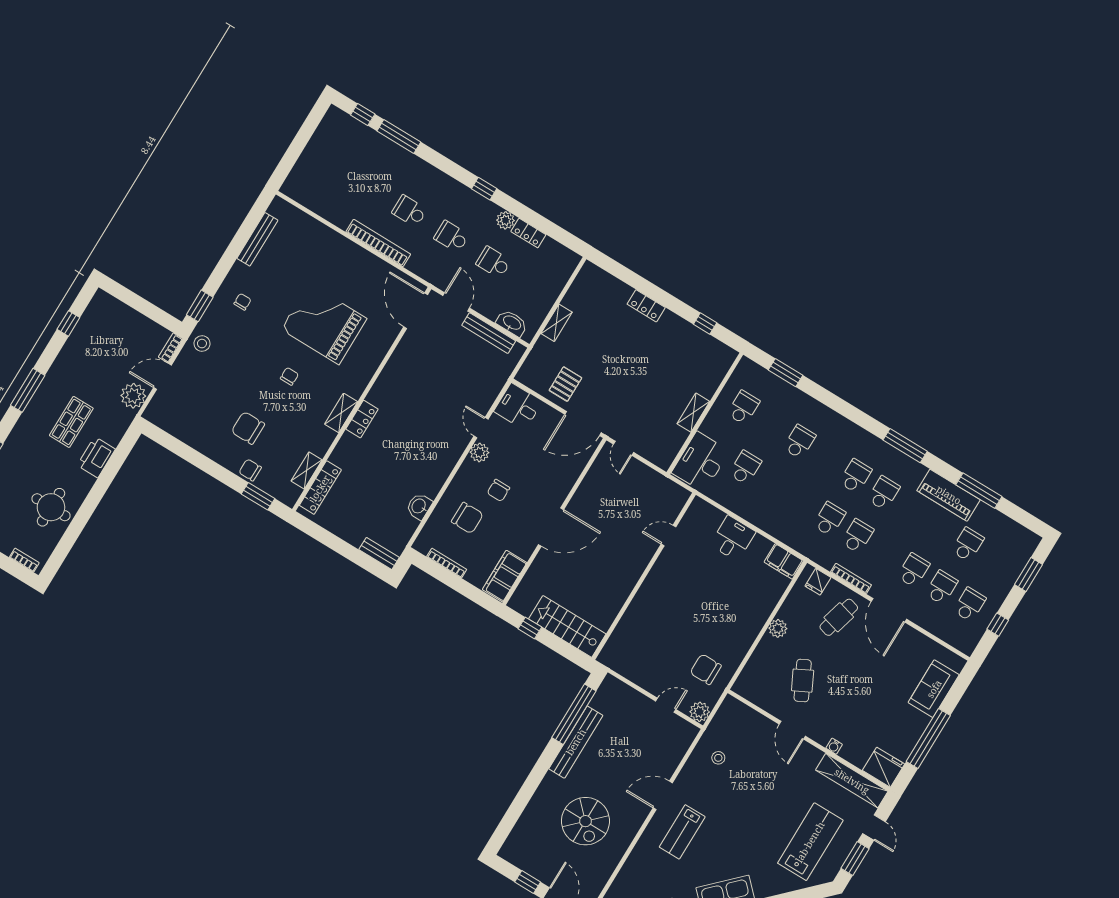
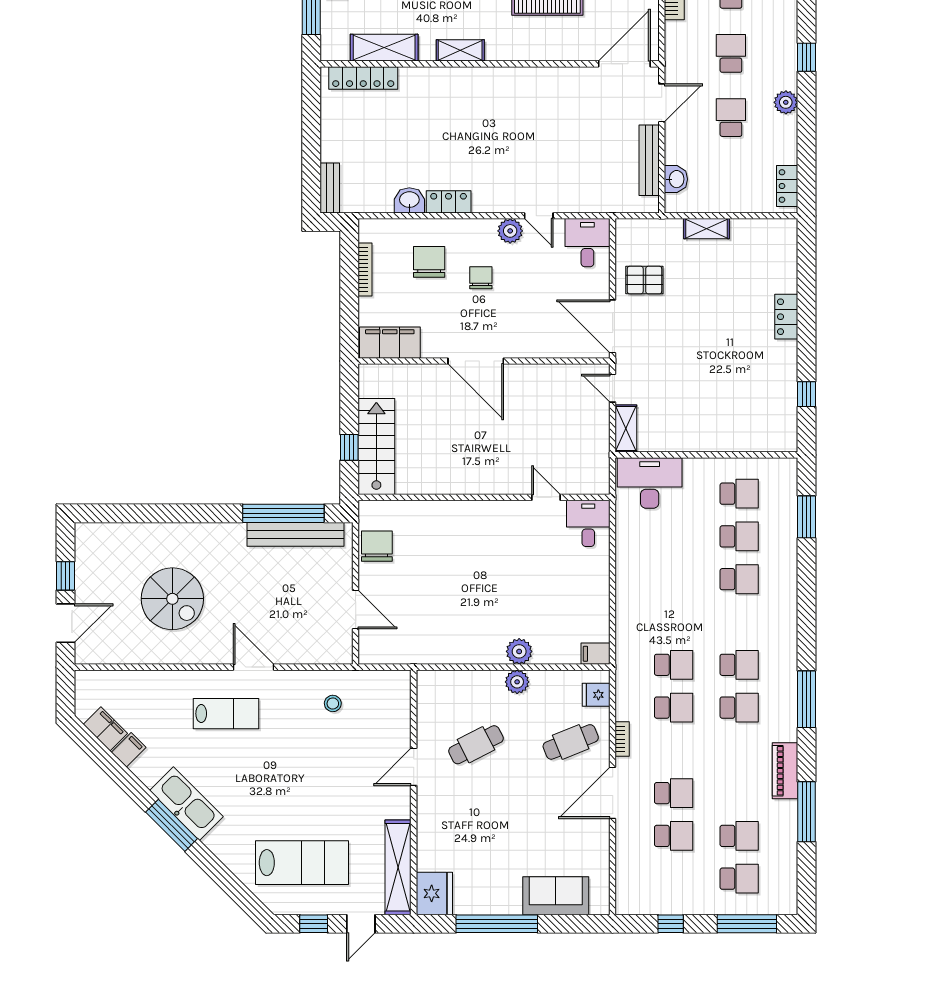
locker: (528, 233) -> (787, 186), moved
washbasin: (512, 323) -> (676, 179), width x0.72
shelving: (693, 413) -> (626, 429), moved, turned 90
locker: (362, 419) -> (449, 202), moved, turned 180
door: (481, 428) -> (539, 216), swing flipped
door: (624, 448) -> (613, 388), hinge flipped
school desk: (745, 468) -> (739, 536), moved
shelving: (307, 470) -> (384, 48), width x1.50, depth x1.33
chair: (498, 490) -> (481, 278), turned 90
piano: (949, 495) -> (785, 771), width x0.73, depth x0.75
chair: (467, 518) -> (429, 262), turned 180
desk: (733, 538) -> (588, 523), moved, turned -90
filing cabinet: (784, 561) -> (596, 654), width x0.50
window: (1028, 574) -> (747, 924), width x1.44
bookcase: (851, 578) -> (622, 739), width x0.64
school desk: (970, 605) -> (739, 879), moved
cafe table: (839, 617) -> (571, 742), turned -37
window: (530, 628) -> (349, 447), moved
chair: (706, 669) -> (377, 546), moved
door: (666, 705) -> (356, 609), width x1.38
plant: (700, 712) -> (519, 651), moved
bench: (576, 742) -> (295, 534), moved
water cooler: (834, 746) -> (424, 824), removed
spiral stairs: (585, 821) -> (172, 599), turned -90
lab bench: (682, 832) -> (226, 714), turned 180
window: (855, 859) -> (314, 924), width x0.67

